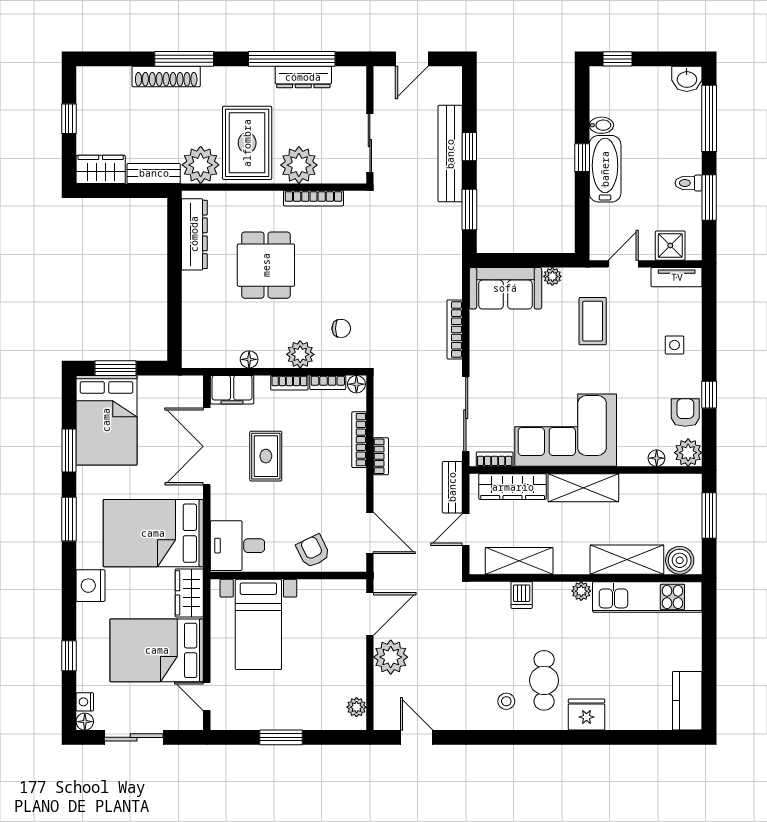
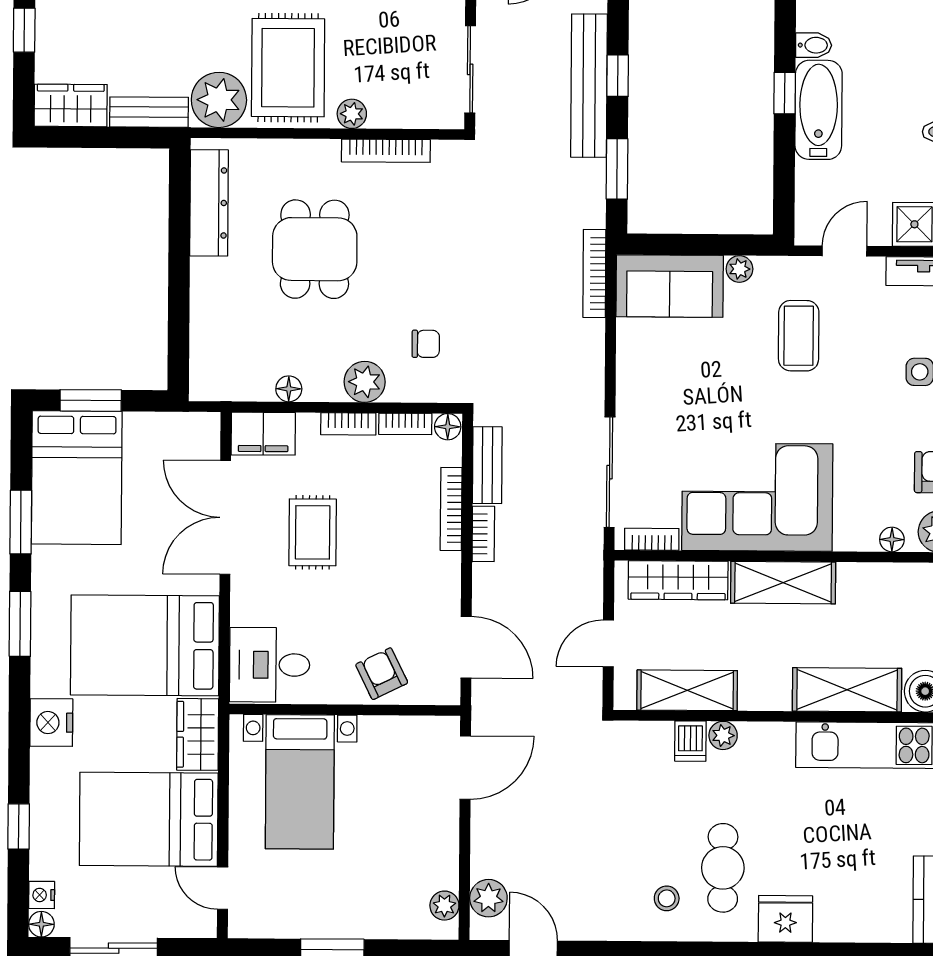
plant: (299, 165) -> (352, 114), width x0.53, depth x0.53
bookcase: (455, 329) -> (594, 273), moved
bench: (452, 487) -> (487, 465), moved
plant: (581, 591) -> (723, 735), moved
plant: (391, 657) -> (488, 898), moved, width x0.73, depth x0.73

